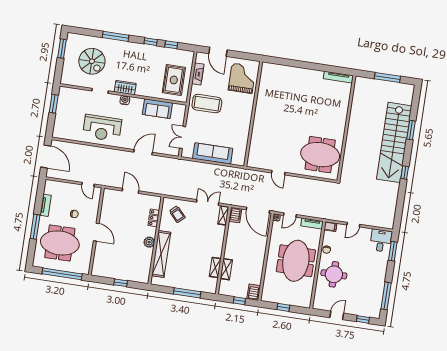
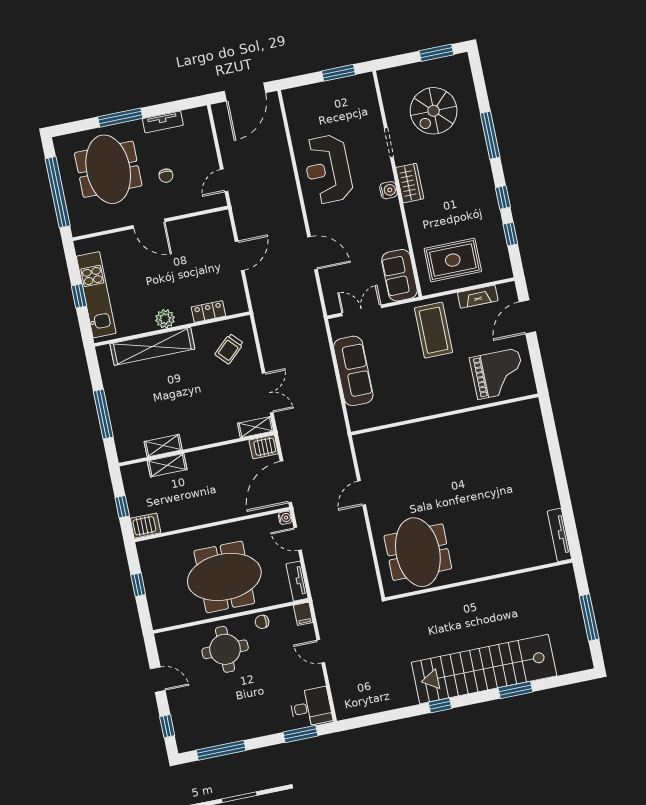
sofa: (157, 109) -> (399, 275), moved
door: (96, 232) -> (149, 224), hinge flipped
kitchen unit: (123, 273) -> (96, 295), added

